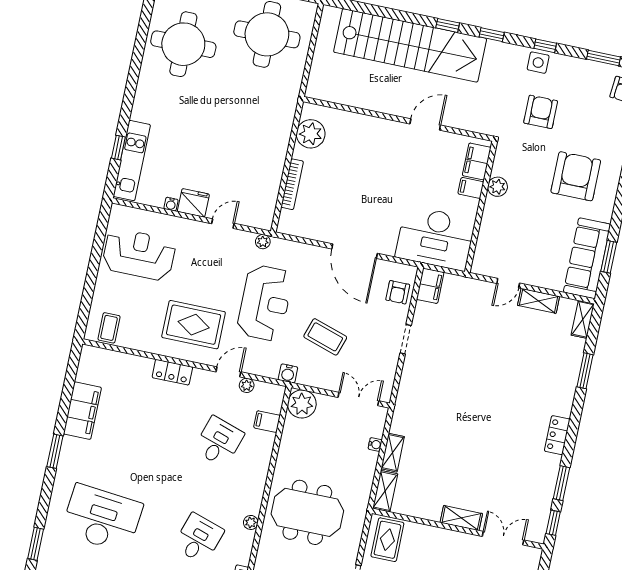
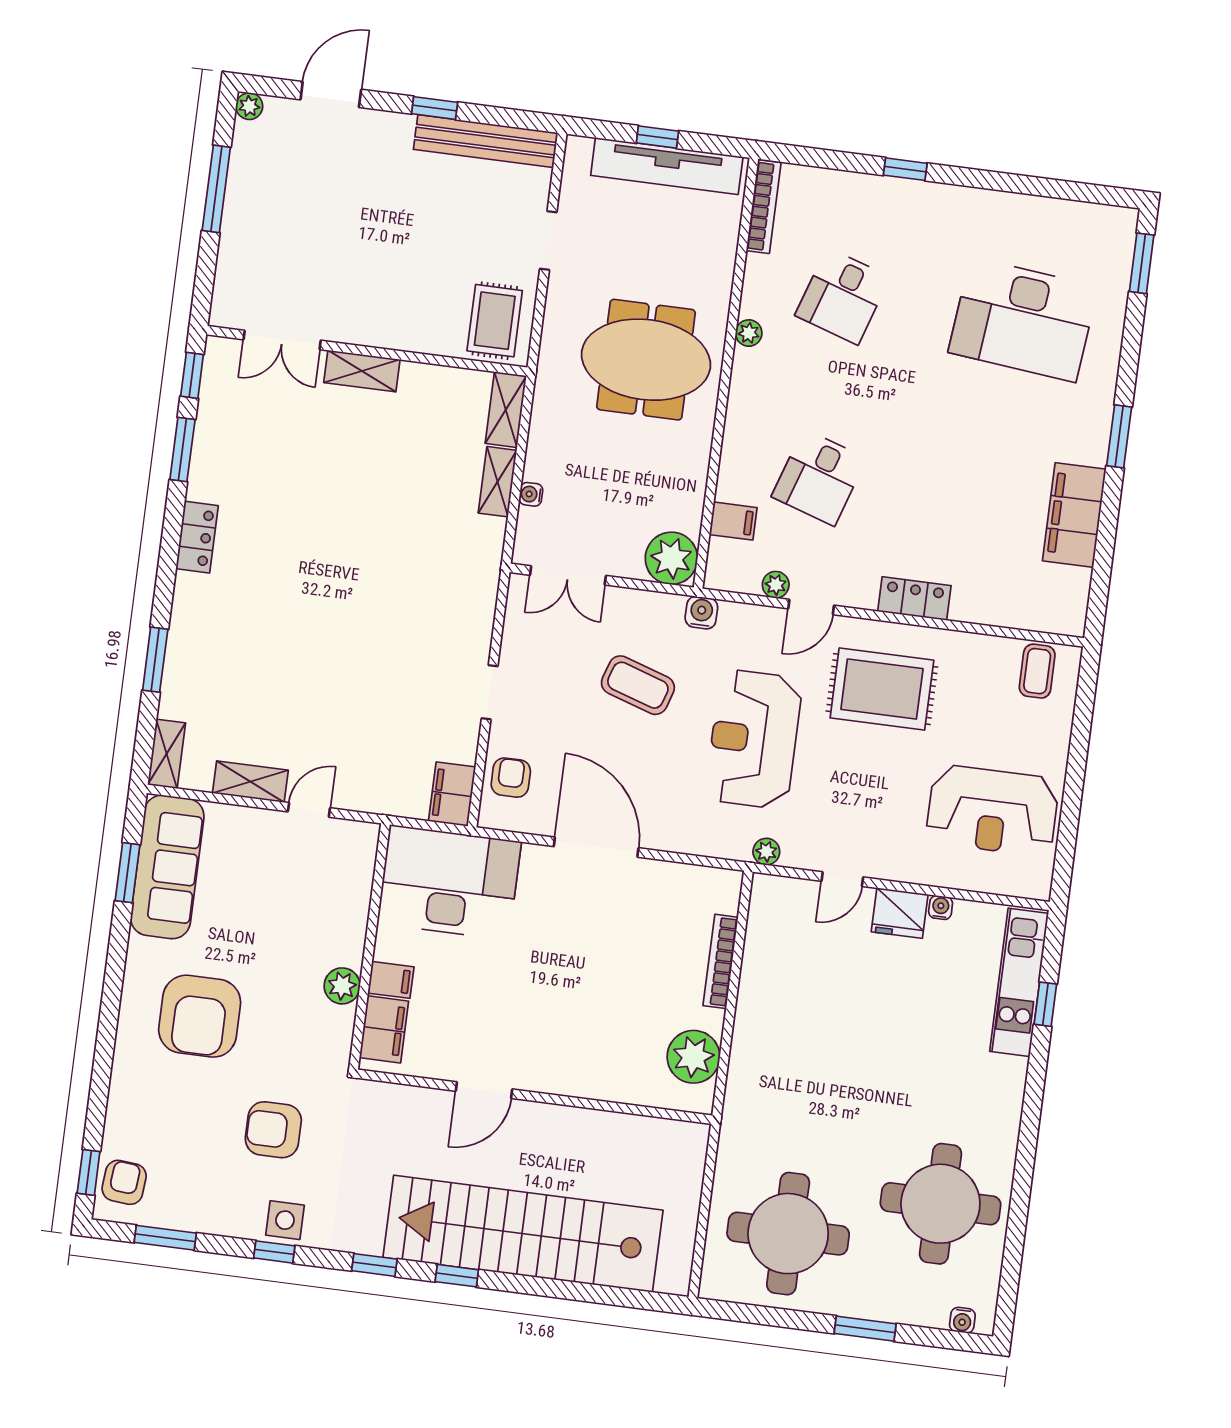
armchair: (541, 112) -> (273, 1130), turned 90

